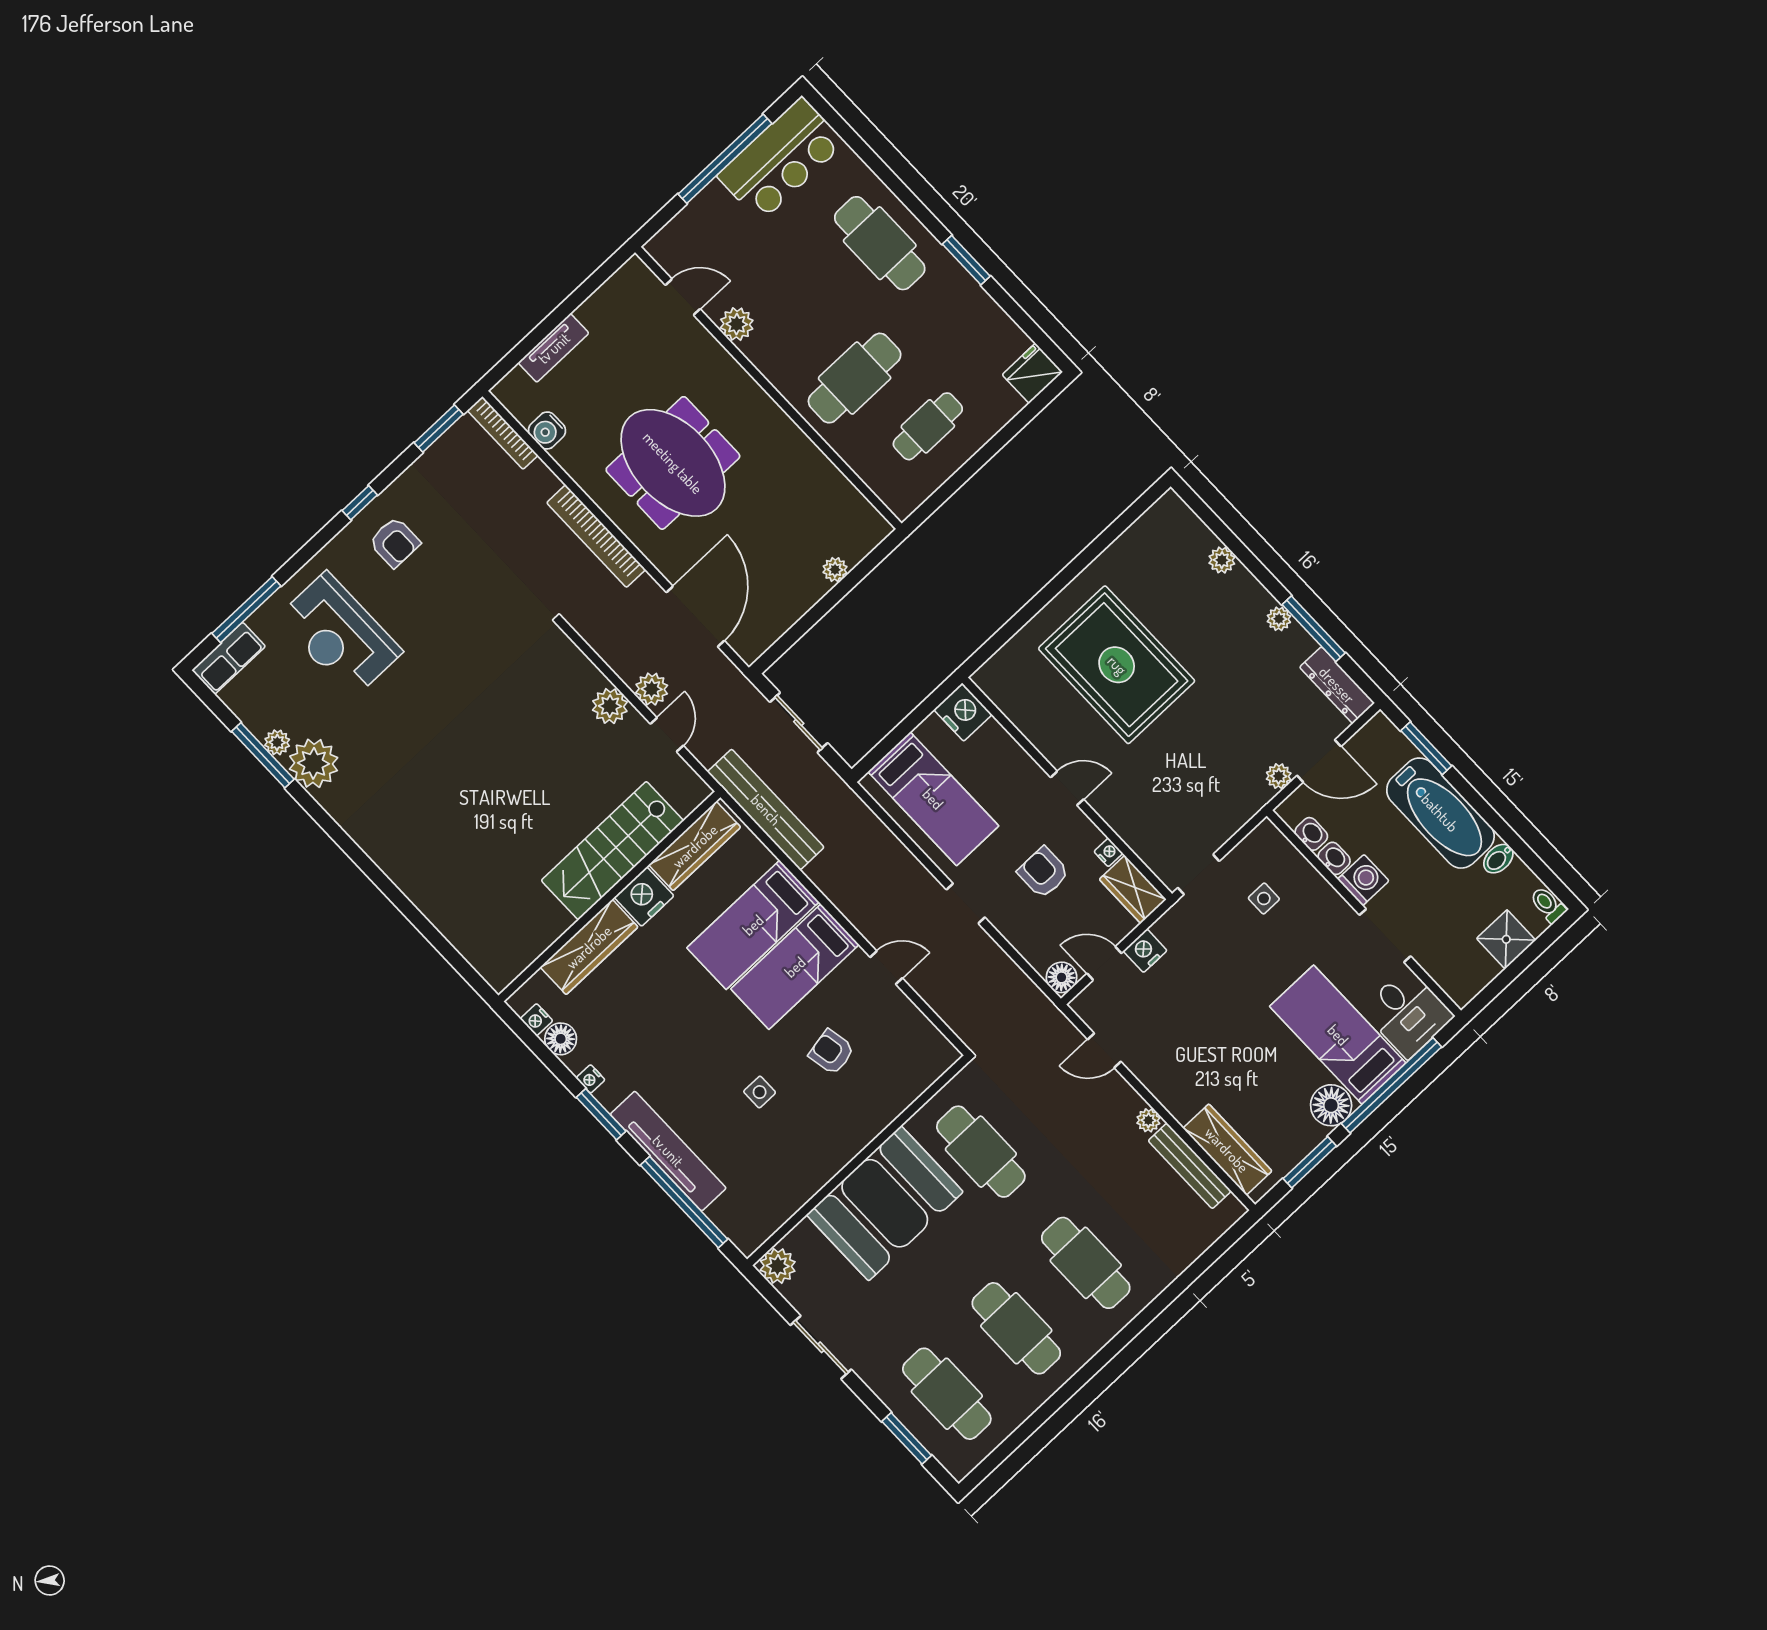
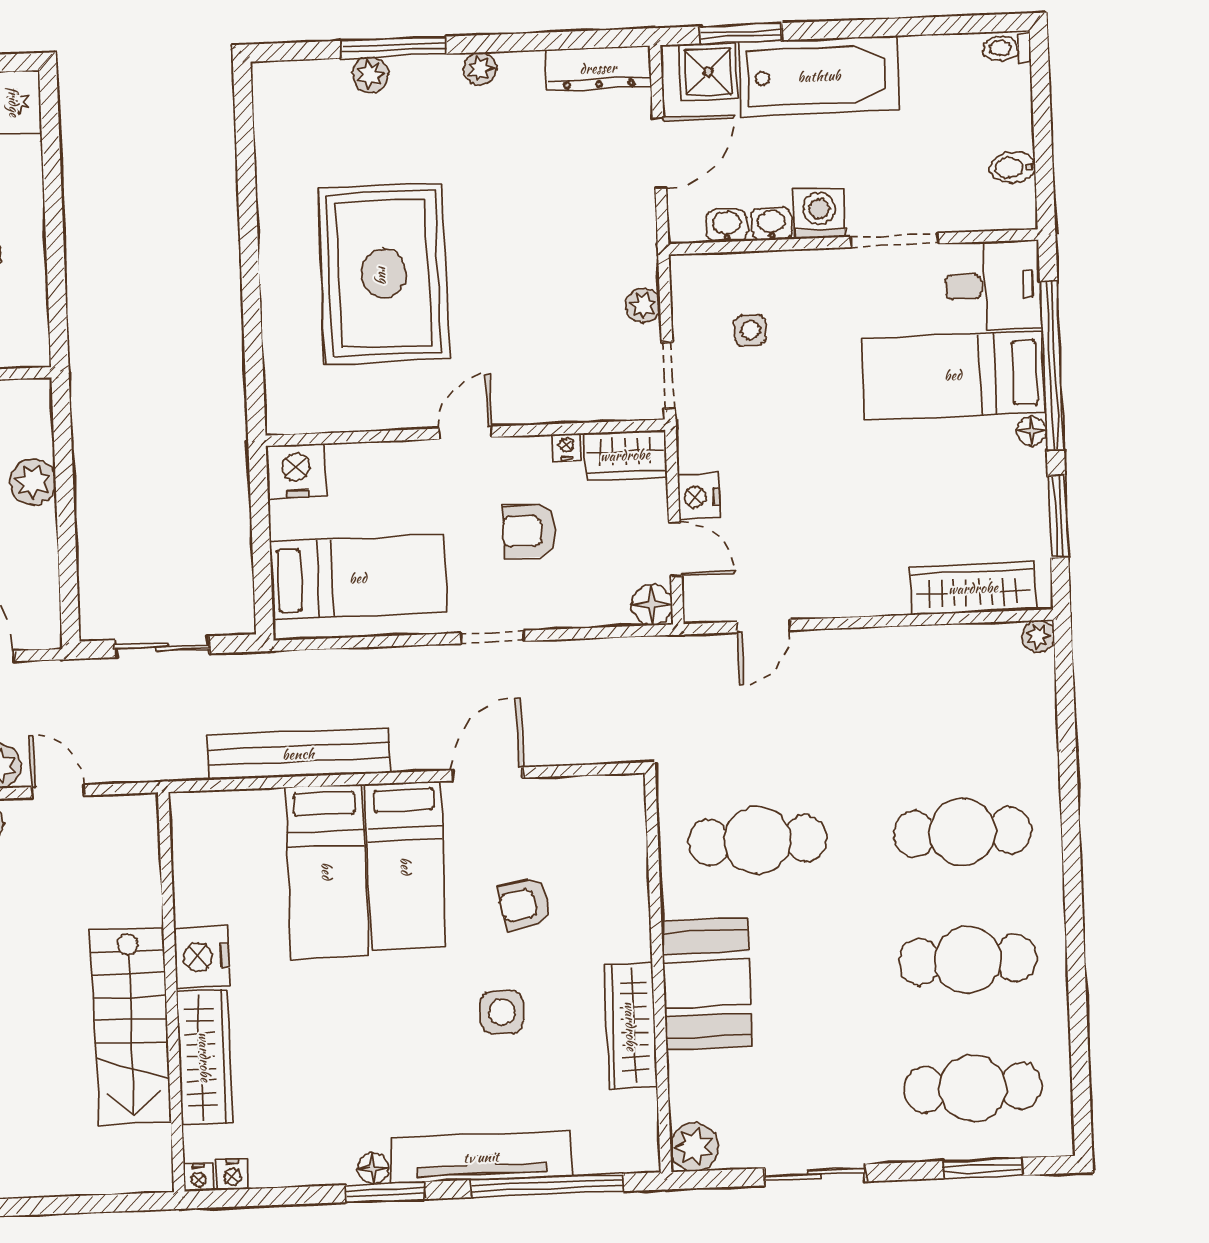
plant: (835, 570) -> (33, 482), width x1.38, depth x1.38
window: (1314, 629) -> (394, 47), moved
rug: (1117, 665) -> (384, 274), turned 90
plant: (1279, 776) -> (643, 305), moved
bench: (766, 810) -> (298, 754), moved
wardrobe: (695, 846) -> (631, 1026), moved, turned 180
stairs: (612, 851) -> (131, 1026), moved
bidet: (1498, 859) -> (1013, 168), moved, turned 90
shower: (1506, 939) -> (708, 72), moved
door: (1104, 963) -> (675, 549), swing flipped
door: (886, 968) -> (488, 774), width x1.38
floor lamp: (561, 1039) -> (373, 1168), moved, width x0.73, depth x0.73
nightstand: (591, 1079) -> (198, 1177), moved
side table: (760, 1092) -> (502, 1012), width x1.37, depth x1.37
floor lamp: (1331, 1105) -> (1031, 431), width x0.53, depth x0.53
plant: (1148, 1120) -> (1038, 636), moved
bench: (1190, 1166) -> (956, 641), removed
booth: (885, 1203) -> (707, 984), width x0.73, depth x0.70

